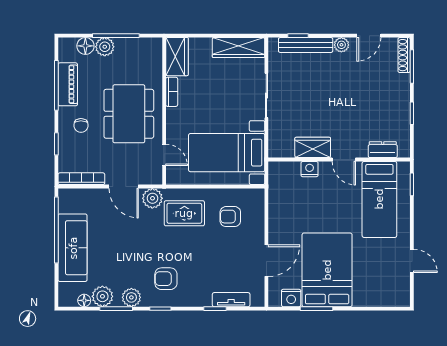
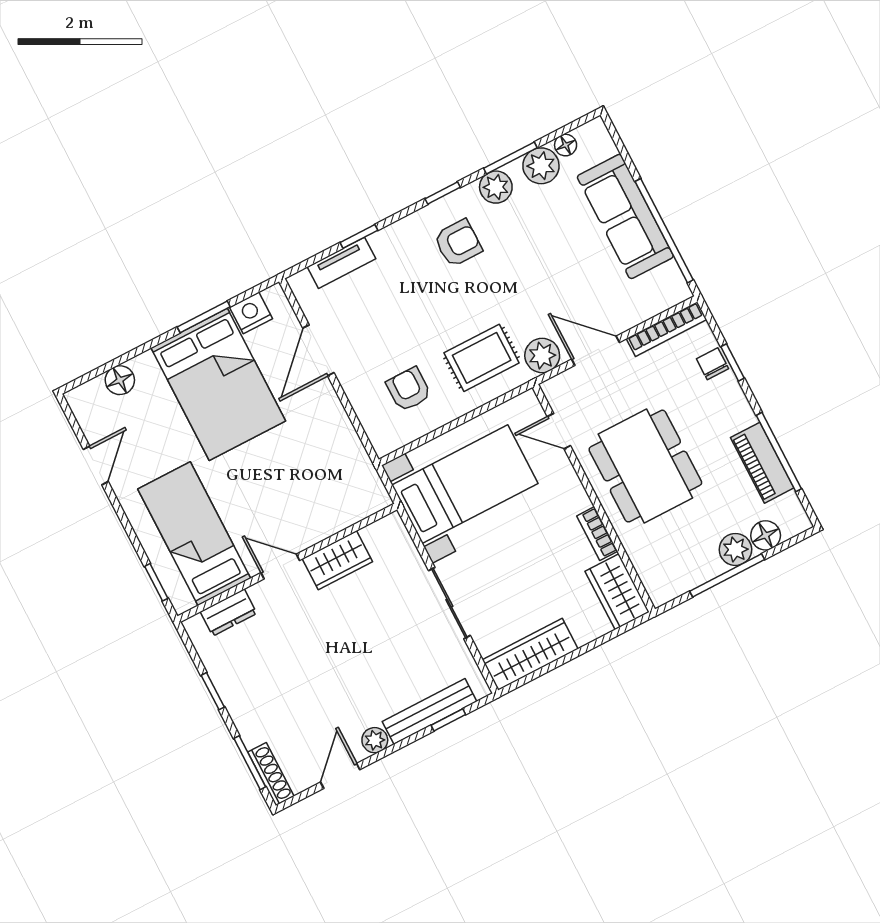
chair: (81, 125) -> (712, 364), moved
nightstand: (310, 169) -> (325, 525), removed
armchair: (230, 217) -> (409, 389), turned -90
door: (412, 261) -> (96, 465), swing flipped
floor lamp: (377, 298) -> (120, 380), added

